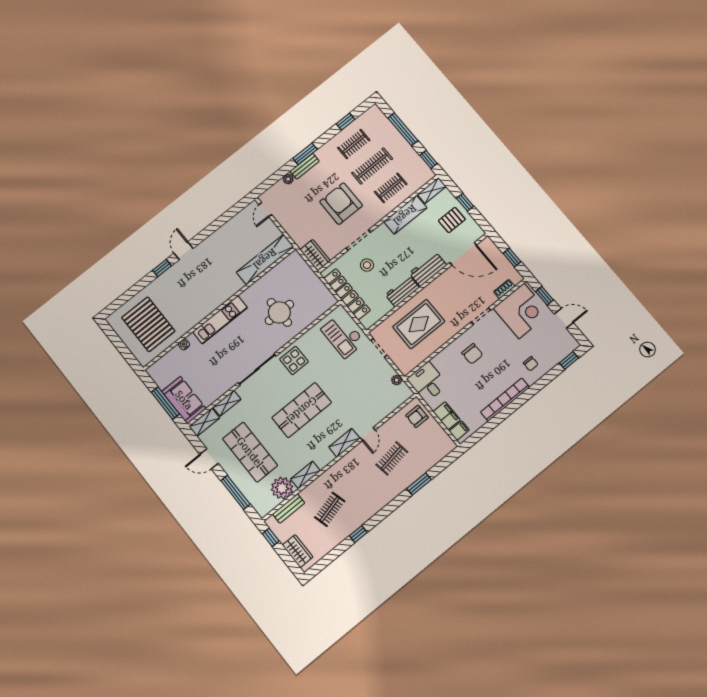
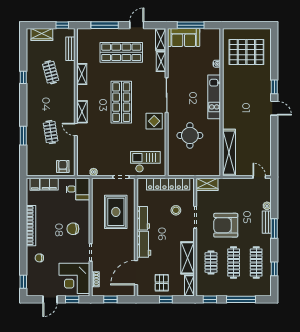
clothes rail: (354, 144) -> (256, 262), width x1.36
armchair: (341, 204) -> (226, 225), turned 180
plant: (282, 488) -> (85, 54), removed

